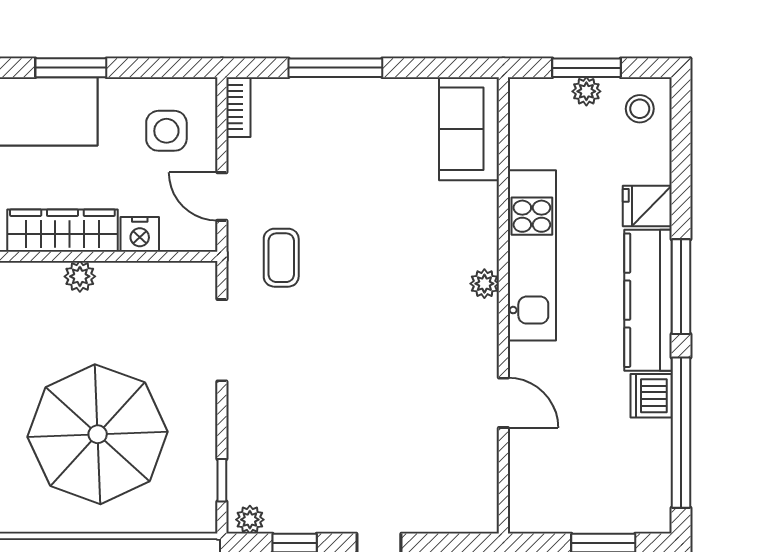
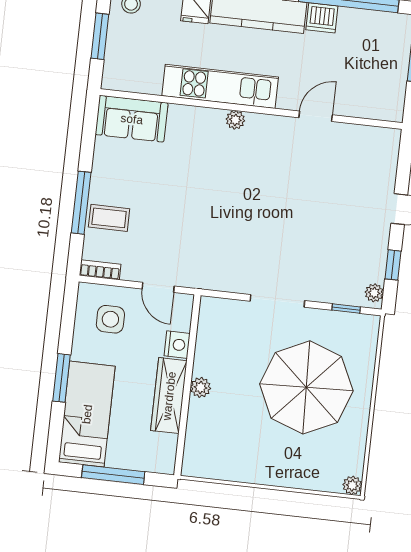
plant: (586, 91) -> (115, 38), removed
door: (222, 197) -> (158, 287), hinge flipped
coffee table: (281, 258) -> (109, 218), moved
doorway: (222, 340) -> (277, 301), moved

